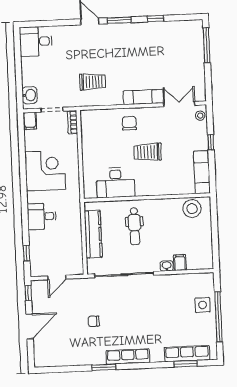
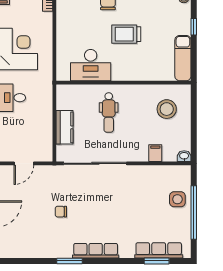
stool: (192, 209) -> (167, 109), moved
kitchen counter: (93, 234) -> (64, 127), width x0.67
washbasin: (167, 266) -> (184, 156), moved

